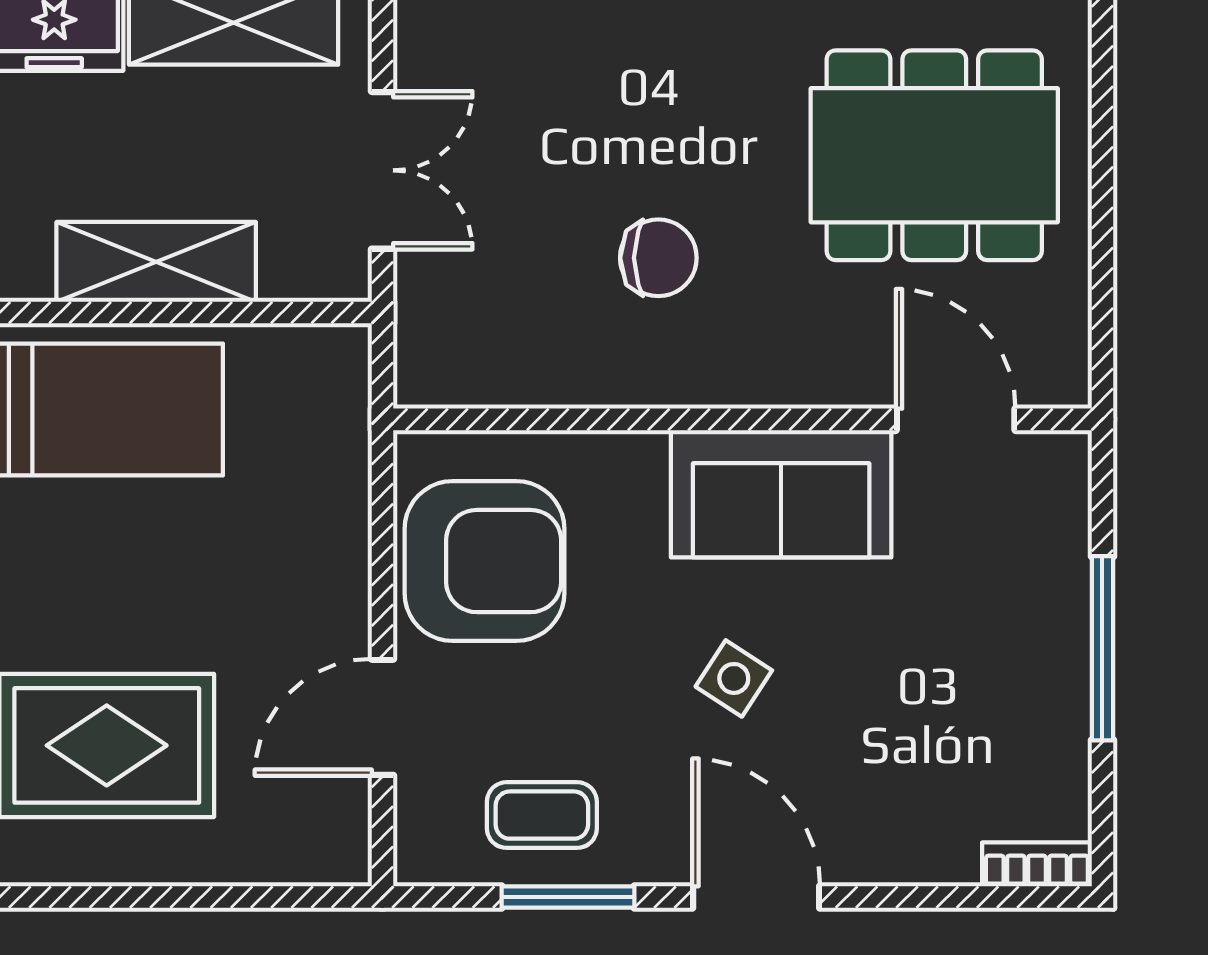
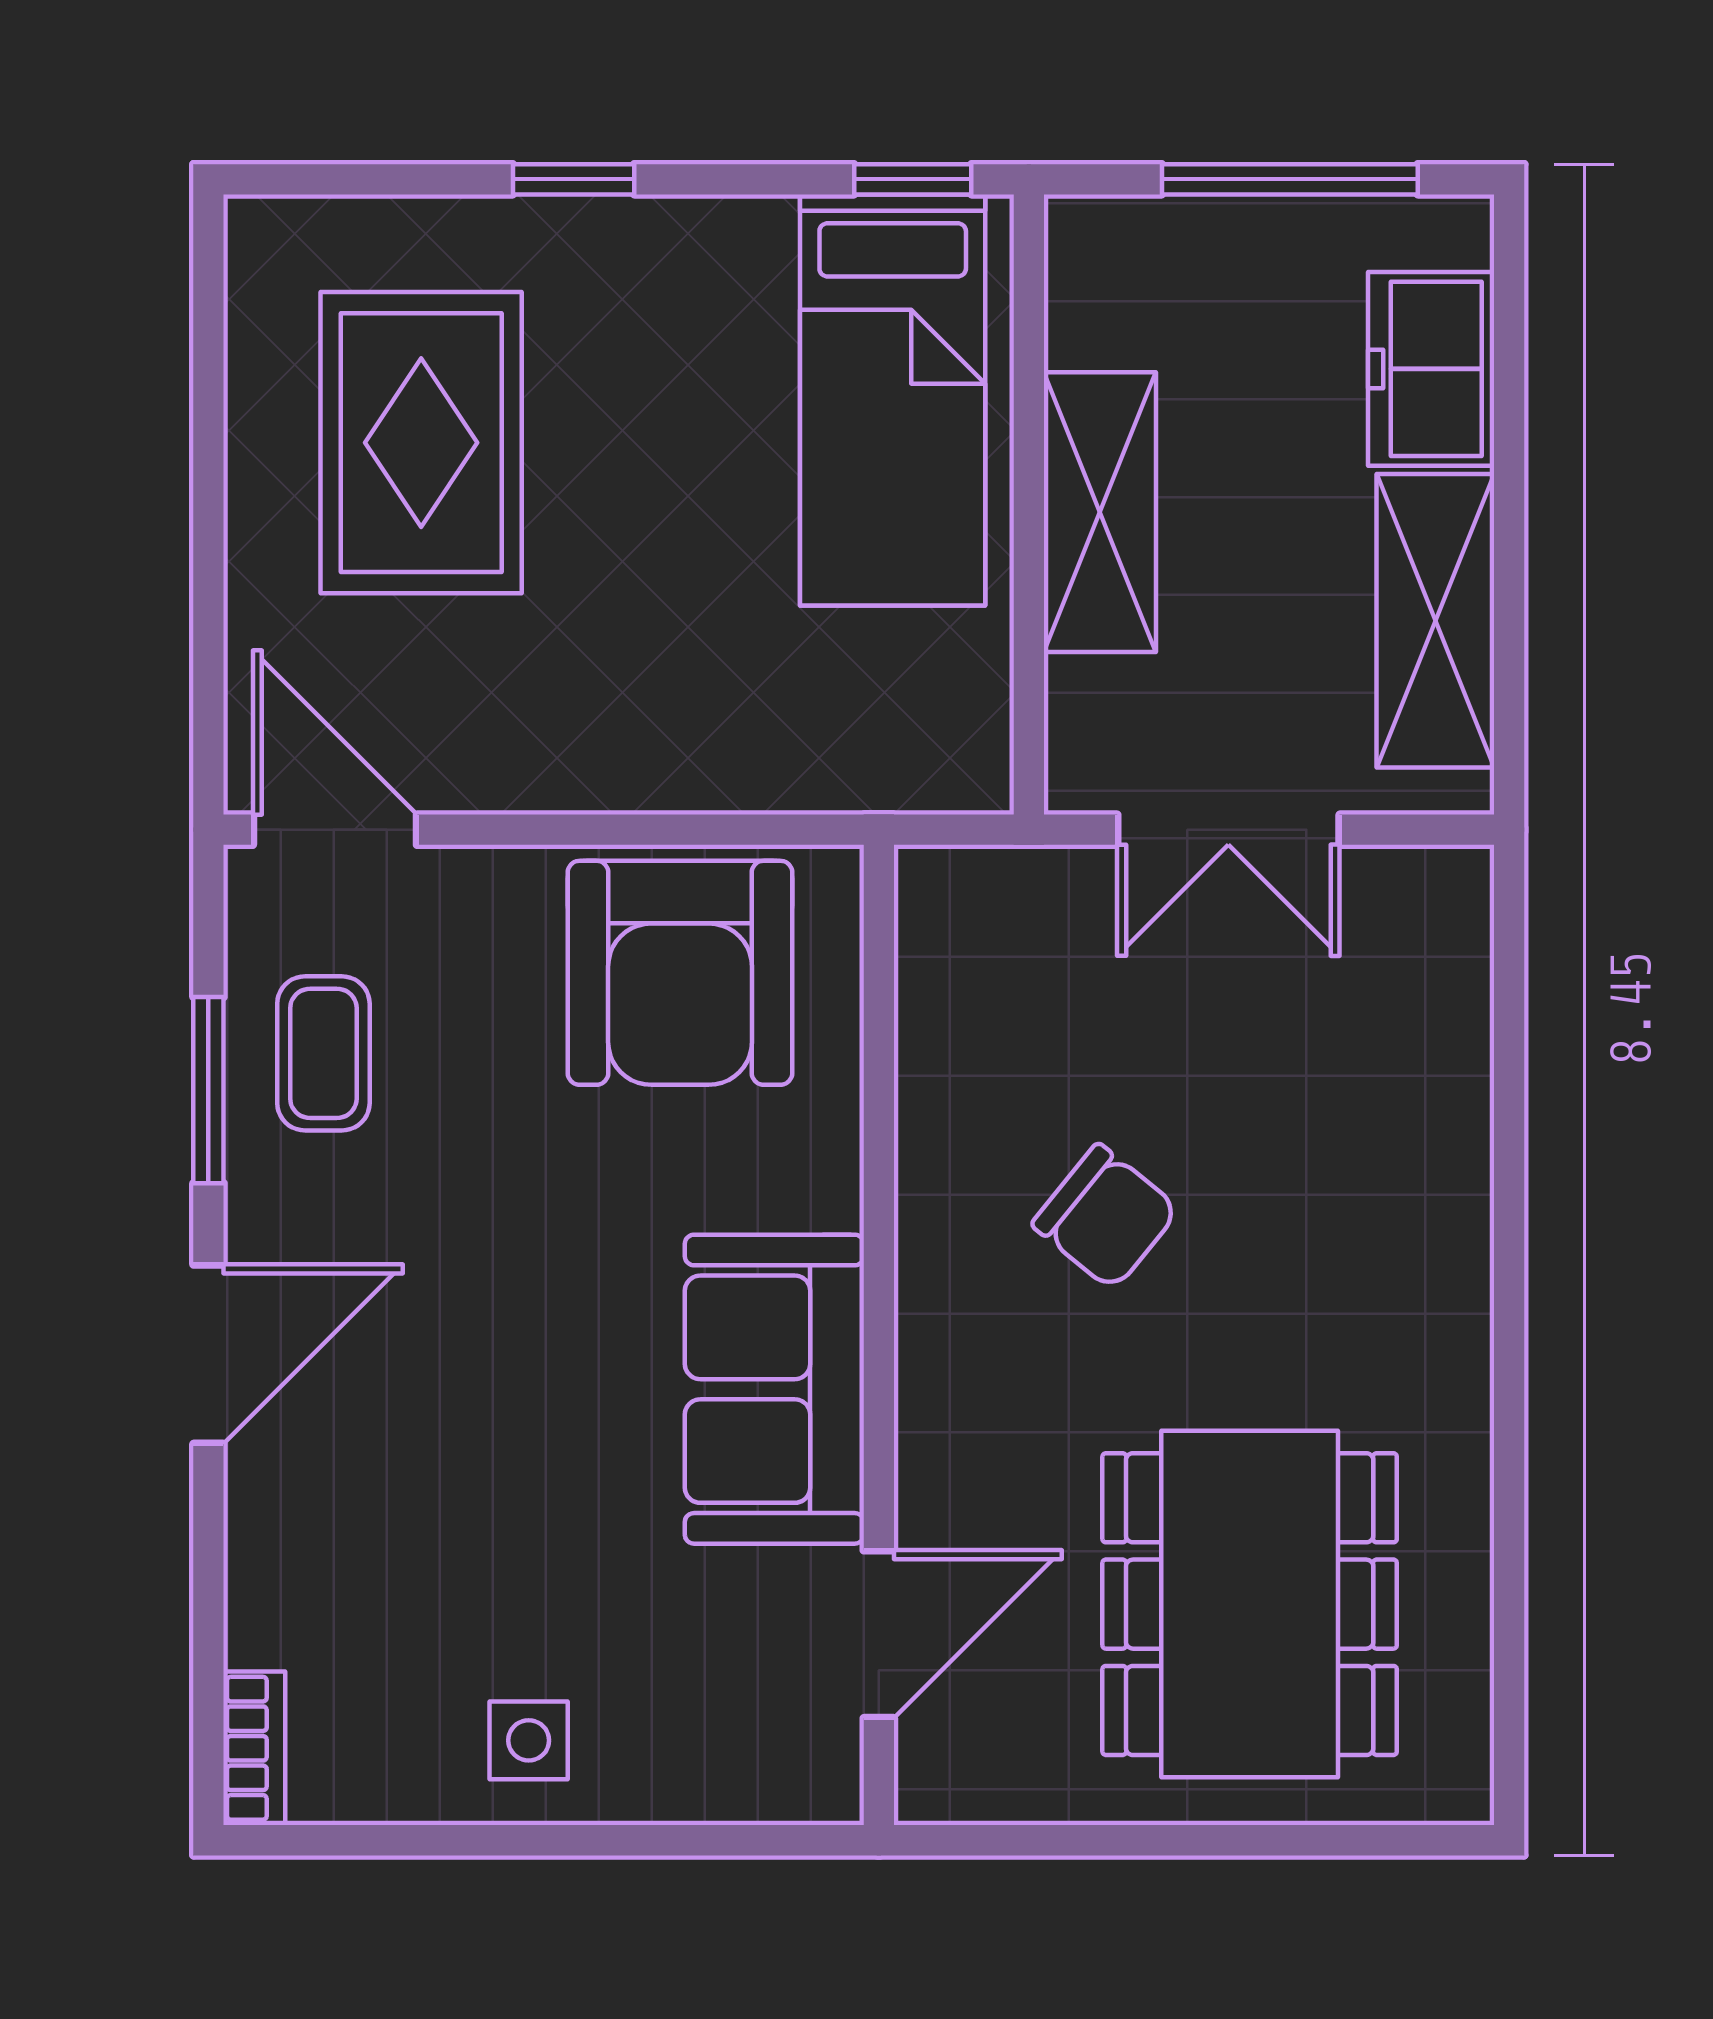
chair: (658, 258) -> (1106, 1217), turned -51
window: (1102, 648) -> (558, 1840), removed
side table: (734, 678) -> (529, 1740), moved, turned -33
door: (382, 717) -> (335, 830), moved

